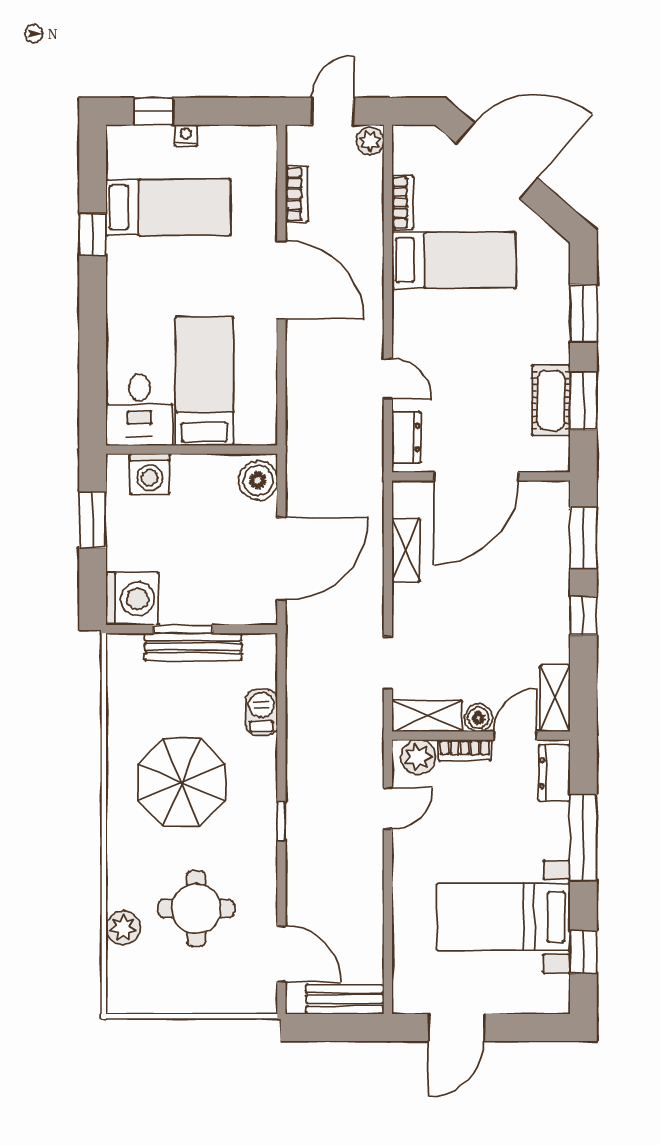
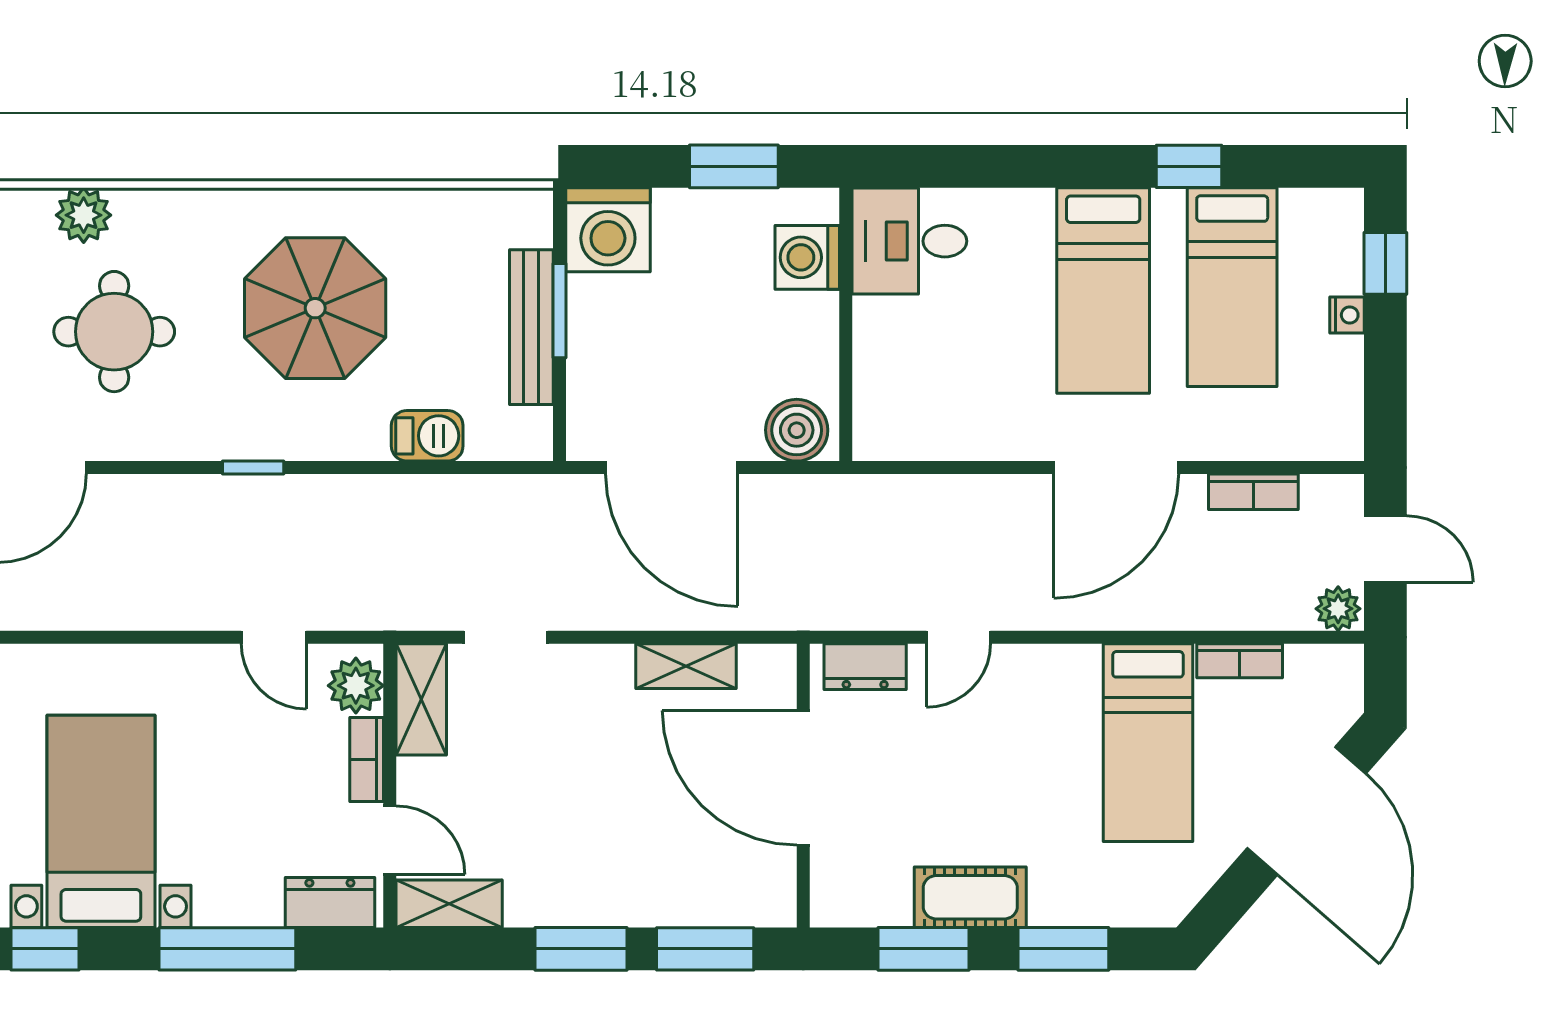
bed: (204, 381) -> (1103, 291), moved, turned 90
cot: (551, 400) -> (970, 897), moved
window: (583, 616) -> (581, 949), width x1.50
boiler: (478, 718) -> (418, 782), removed

